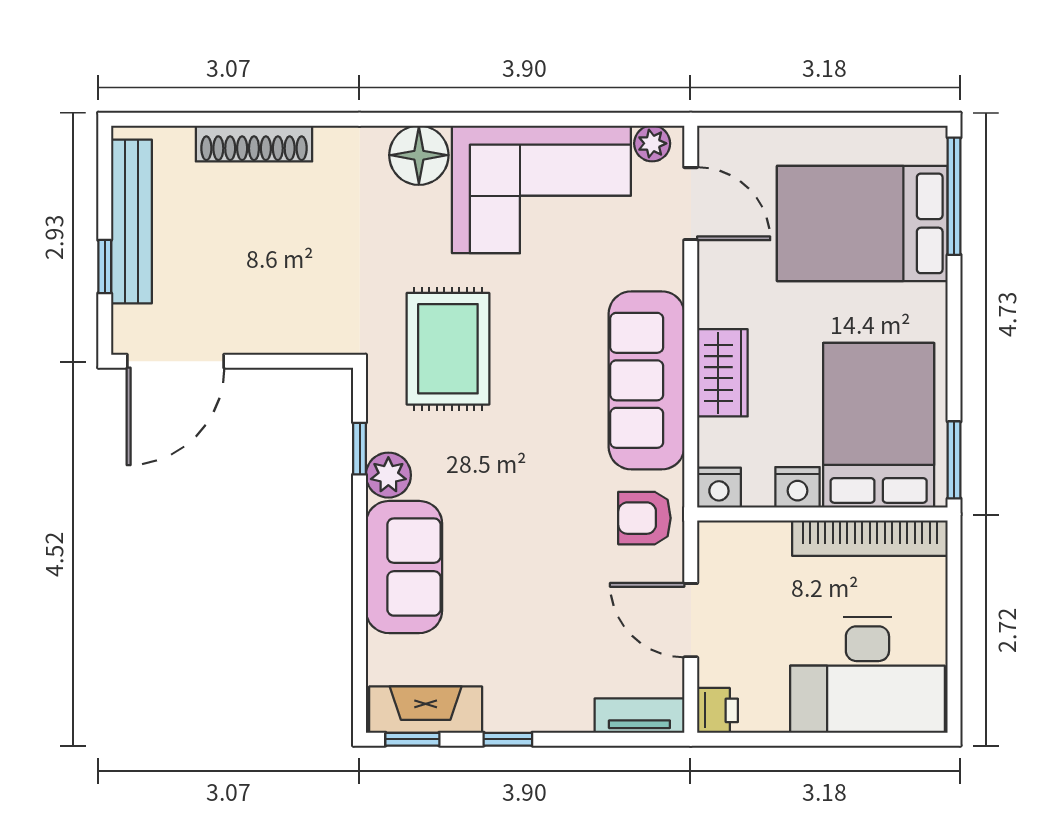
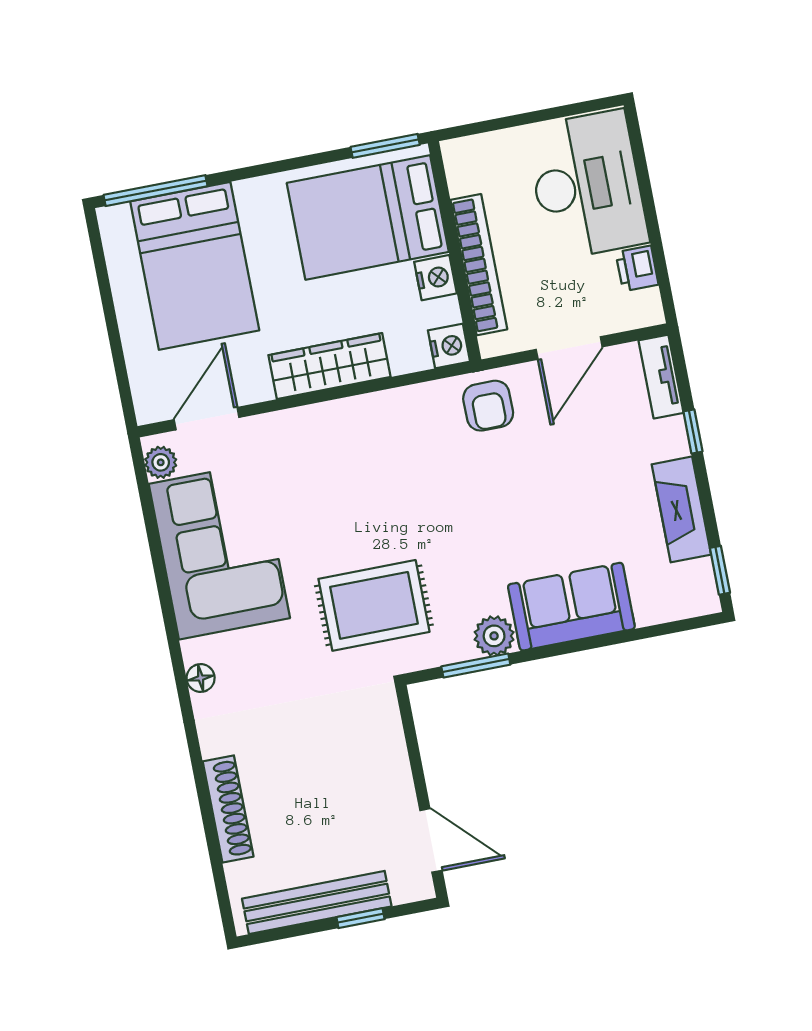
floor lamp: (419, 155) -> (201, 678), width x0.53, depth x0.53
door: (176, 361) -> (431, 840), width x0.73
wardrobe: (722, 373) -> (329, 366), width x1.50
sofa: (647, 380) -> (368, 427), removed
window: (360, 449) -> (476, 666), width x1.50
bookcase: (870, 538) -> (479, 265), moved
fireplace: (426, 710) -> (681, 509), moved
printer: (718, 710) -> (637, 268), moved, turned -90
window: (508, 739) -> (693, 431), moved

